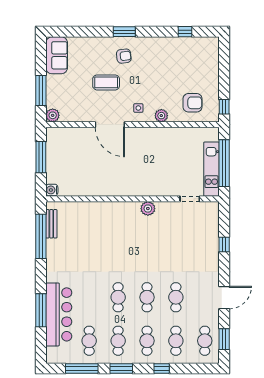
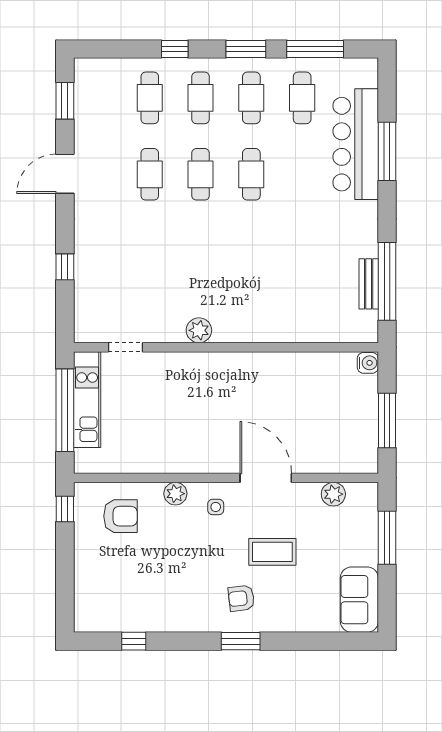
armchair: (193, 103) -> (120, 516), turned 180
plant: (53, 115) -> (333, 494), moved
bench: (51, 224) -> (369, 284), moved
cafe table: (205, 341) -> (99, 98), removed

